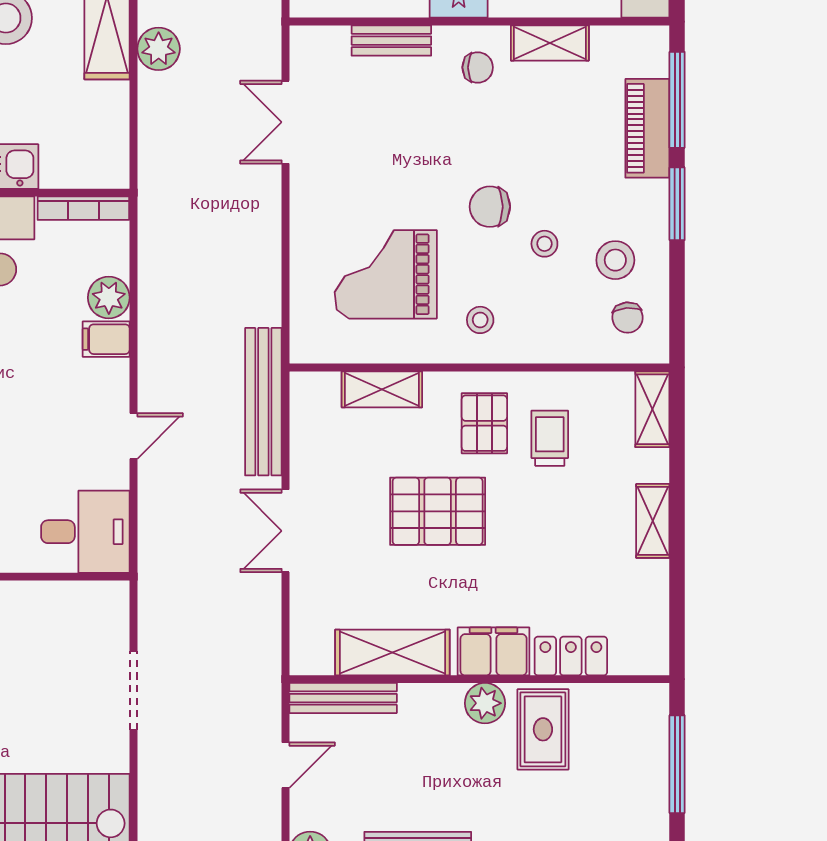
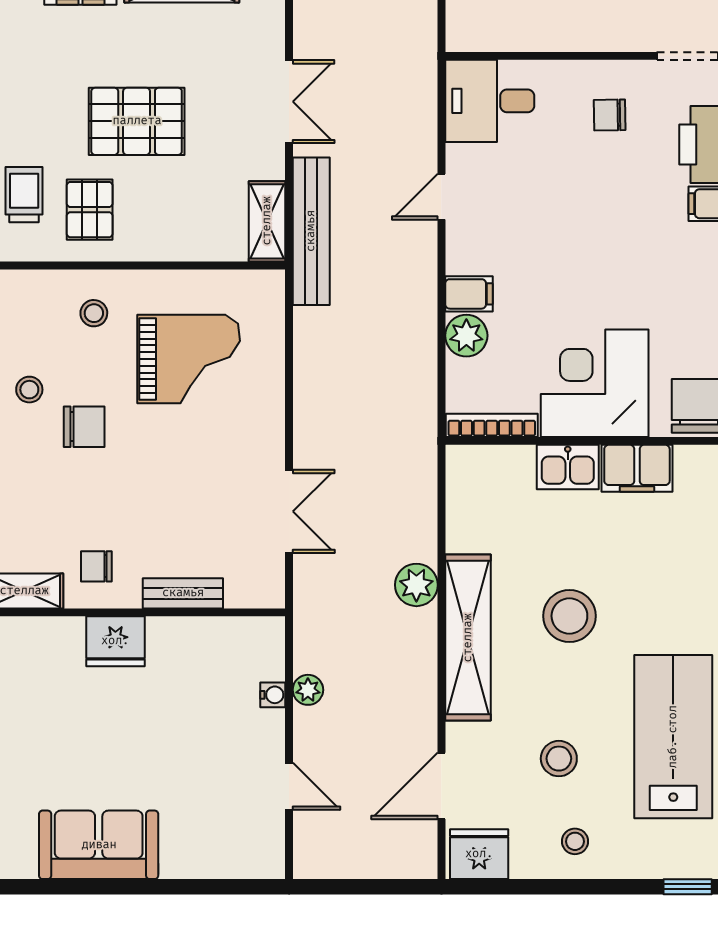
shelving: (382, 389) -> (267, 221), moved, turned 90
trolley: (550, 438) -> (24, 195), turned 180

